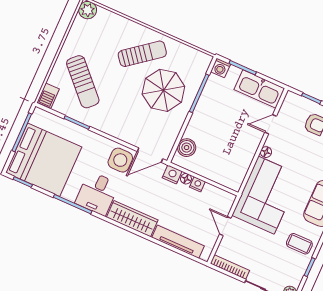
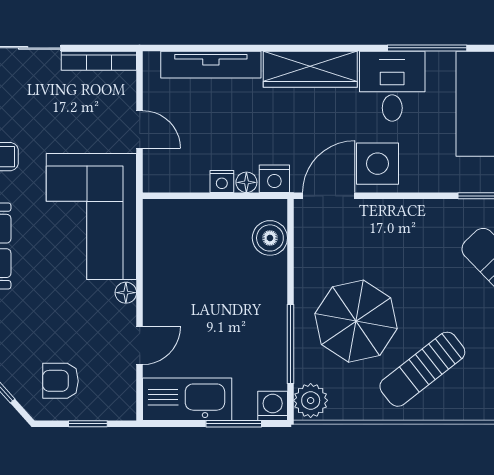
plant: (202, 62) -> (311, 400), added

